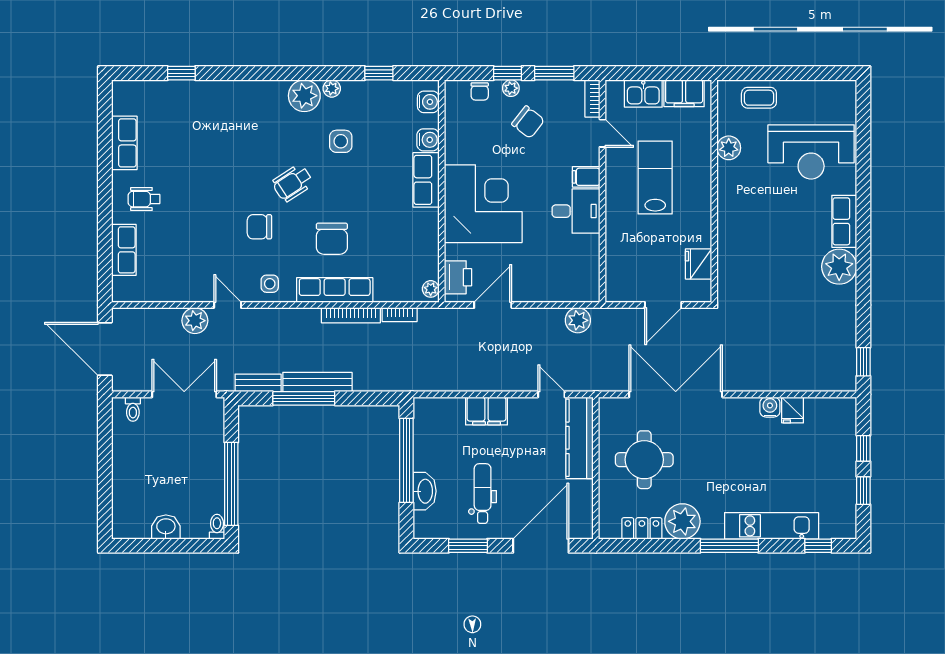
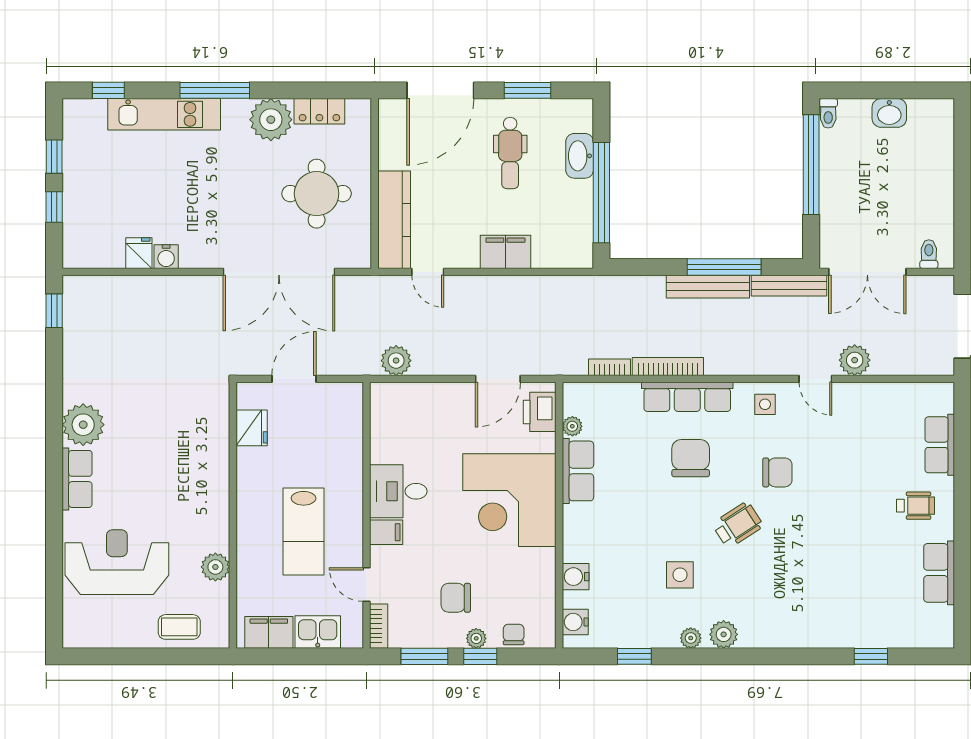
plant: (304, 96) -> (724, 634), width x0.73, depth x0.73
chair: (528, 122) -> (456, 598), turned -38
row of seats: (426, 180) -> (578, 471), moved
plant: (431, 289) -> (572, 426), moved
bench: (258, 383) -> (789, 286), width x1.36

